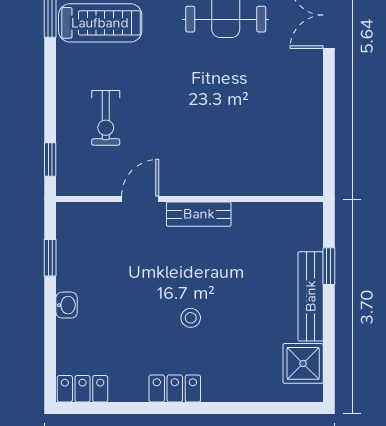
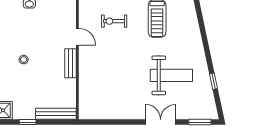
window: (329, 266) -> (28, 122), moved
bench: (311, 296) -> (56, 114), moved

